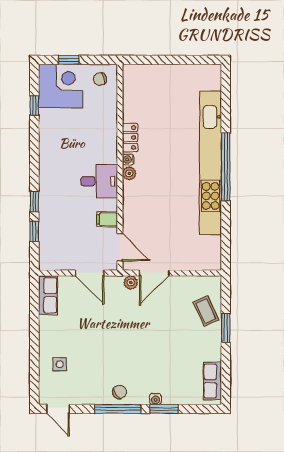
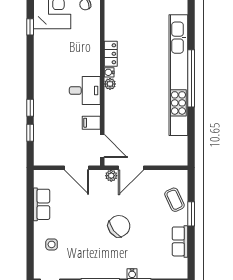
row of seats: (48, 295) -> (42, 204), moved
row of seats: (212, 381) -> (180, 241), moved
chair: (119, 392) -> (119, 226), moved, width x1.87, depth x1.87

